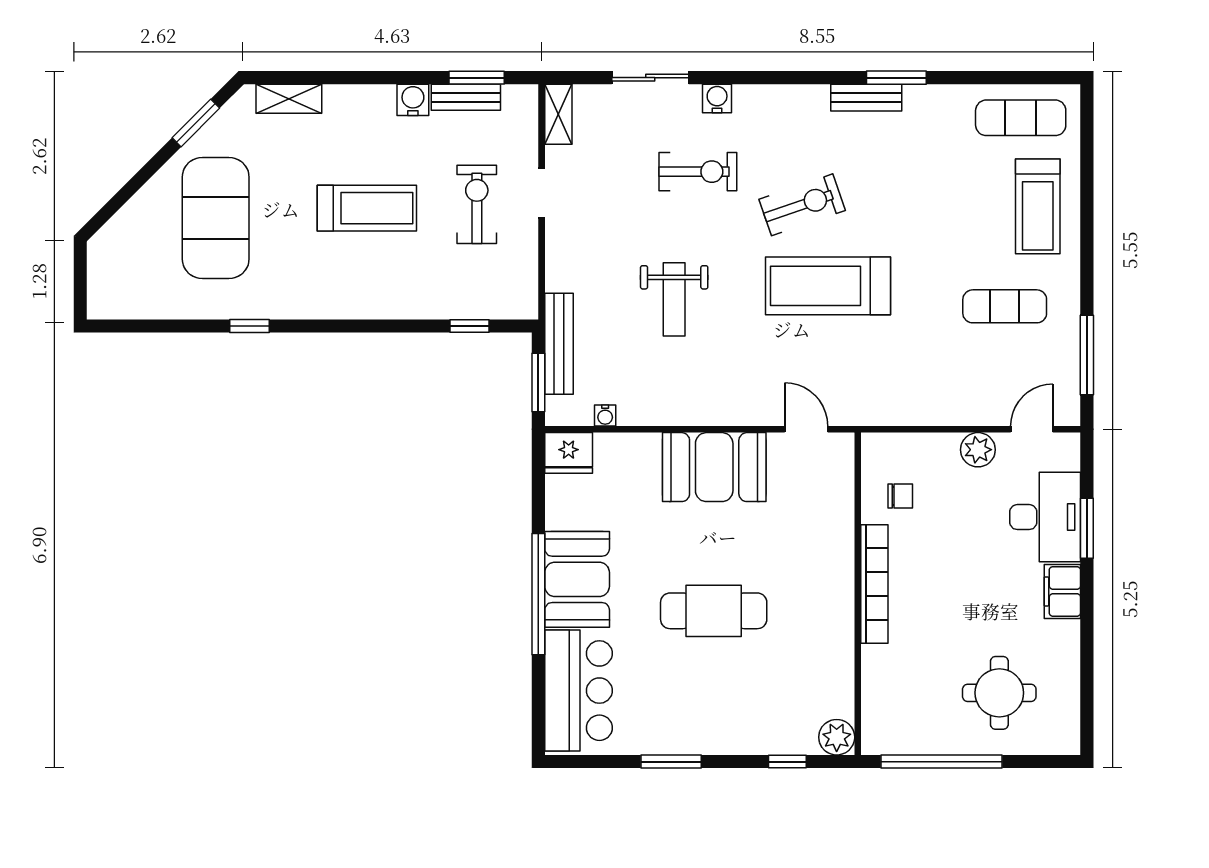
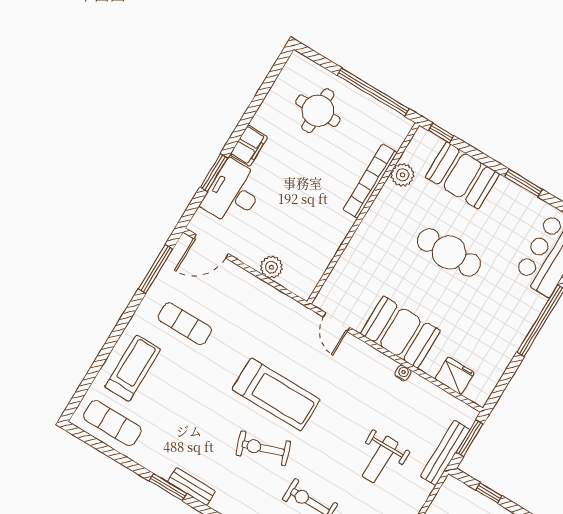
weight bench: (674, 299) -> (380, 459), moved, turned 180
water cooler: (605, 415) -> (403, 373), moved
door: (1032, 429) -> (211, 246), width x1.37
plant: (978, 450) -> (271, 267), moved
fridge: (569, 453) -> (454, 376), moved
chair: (900, 496) -> (307, 253), removed
booth: (577, 579) -> (462, 175), moved, turned 90
bookcase: (874, 584) -> (370, 181), moved
plant: (837, 737) -> (403, 175), moved
window: (787, 762) -> (441, 133), moved

